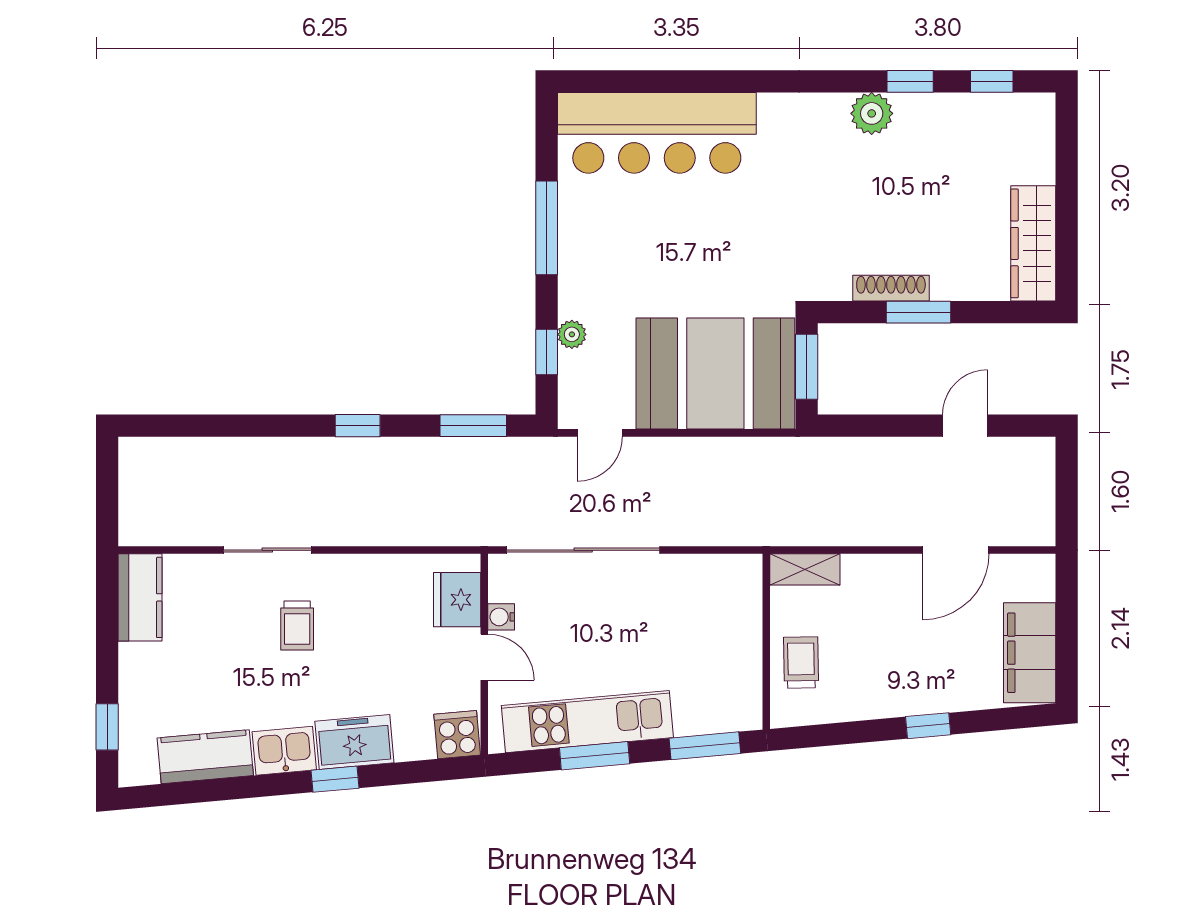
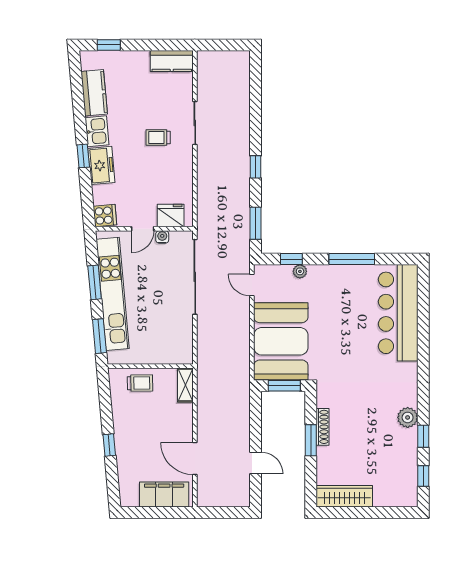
filing cabinet: (1030, 653) -> (164, 494), moved
kitchen unit: (587, 722) -> (113, 294), width x1.36

